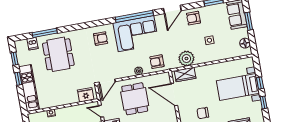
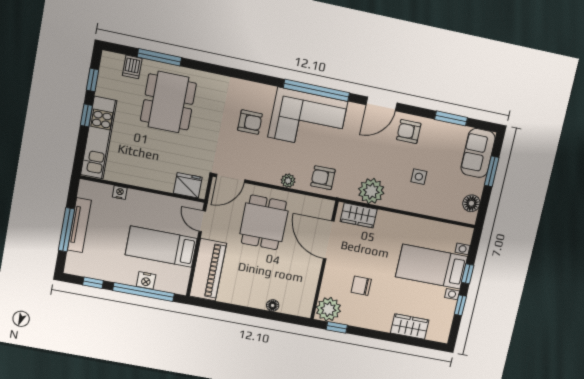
armchair: (101, 39) -> (250, 122), moved

